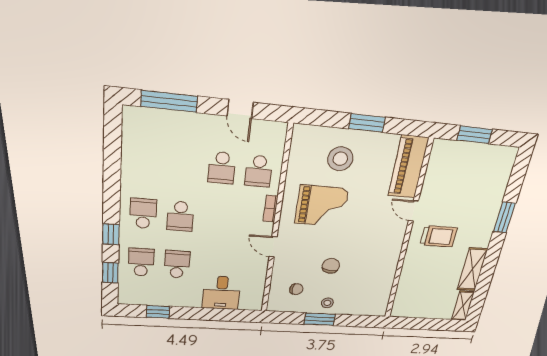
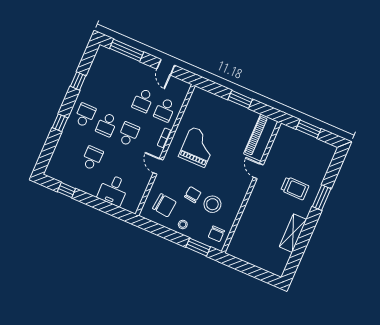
stool: (340, 159) -> (212, 204), moved
grand piano: (322, 206) -> (198, 147), turned -90
trolley: (439, 236) -> (295, 188), moved
school desk: (141, 262) -> (128, 134), moved
window: (110, 273) -> (78, 81), moved
chair: (296, 289) -> (164, 205), width x1.87, depth x1.87
chair: (374, 300) -> (216, 234), added
shelving: (463, 306) -> (281, 263), removed
window: (320, 319) -> (198, 247), moved

